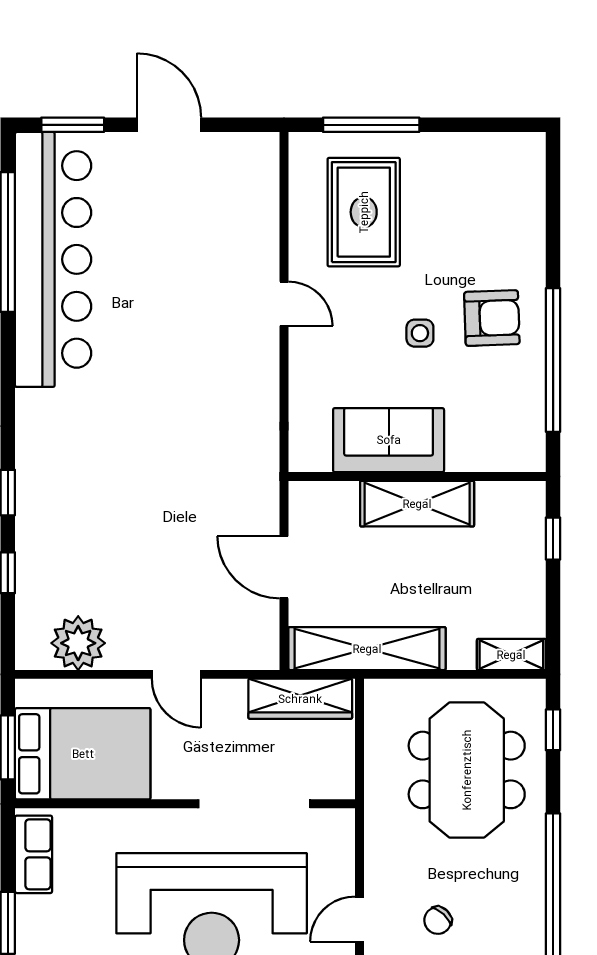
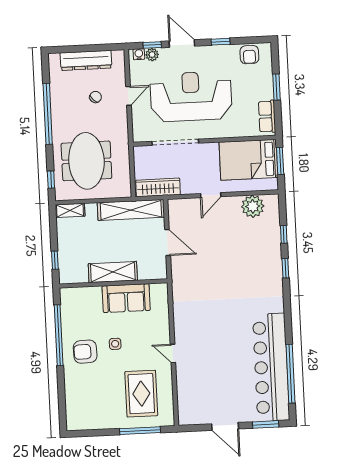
door: (176, 674) -> (211, 195), swing flipped

